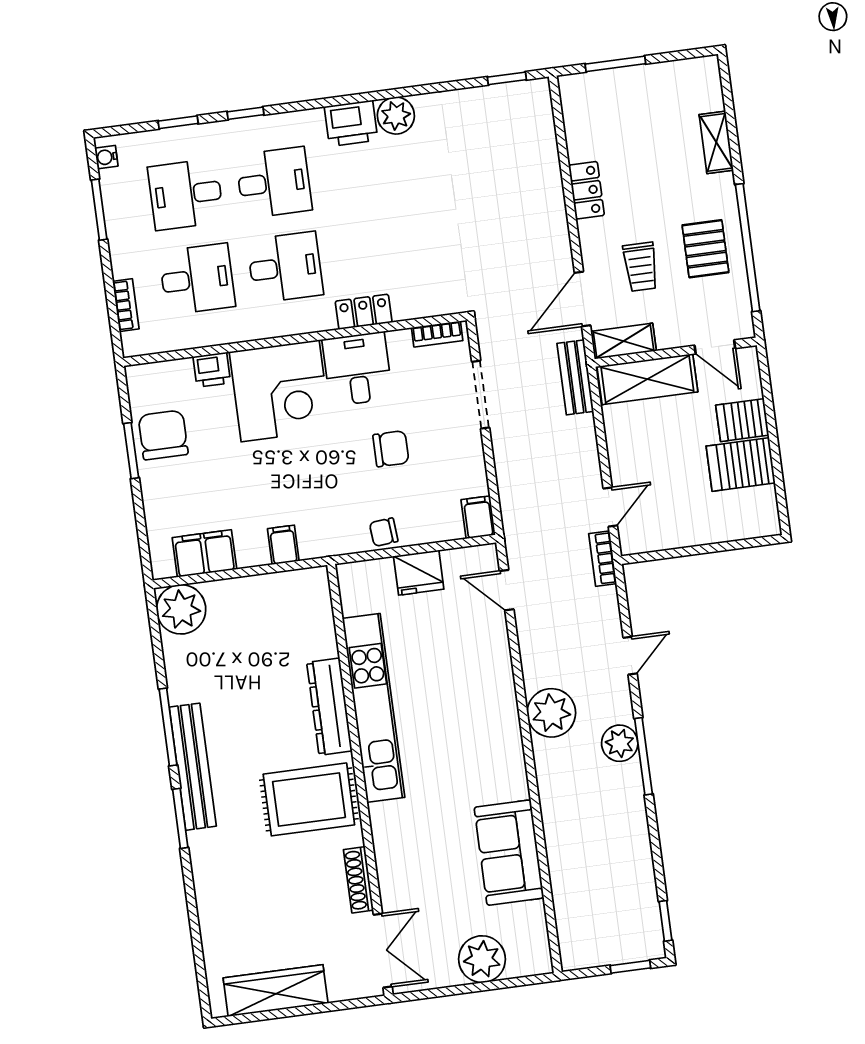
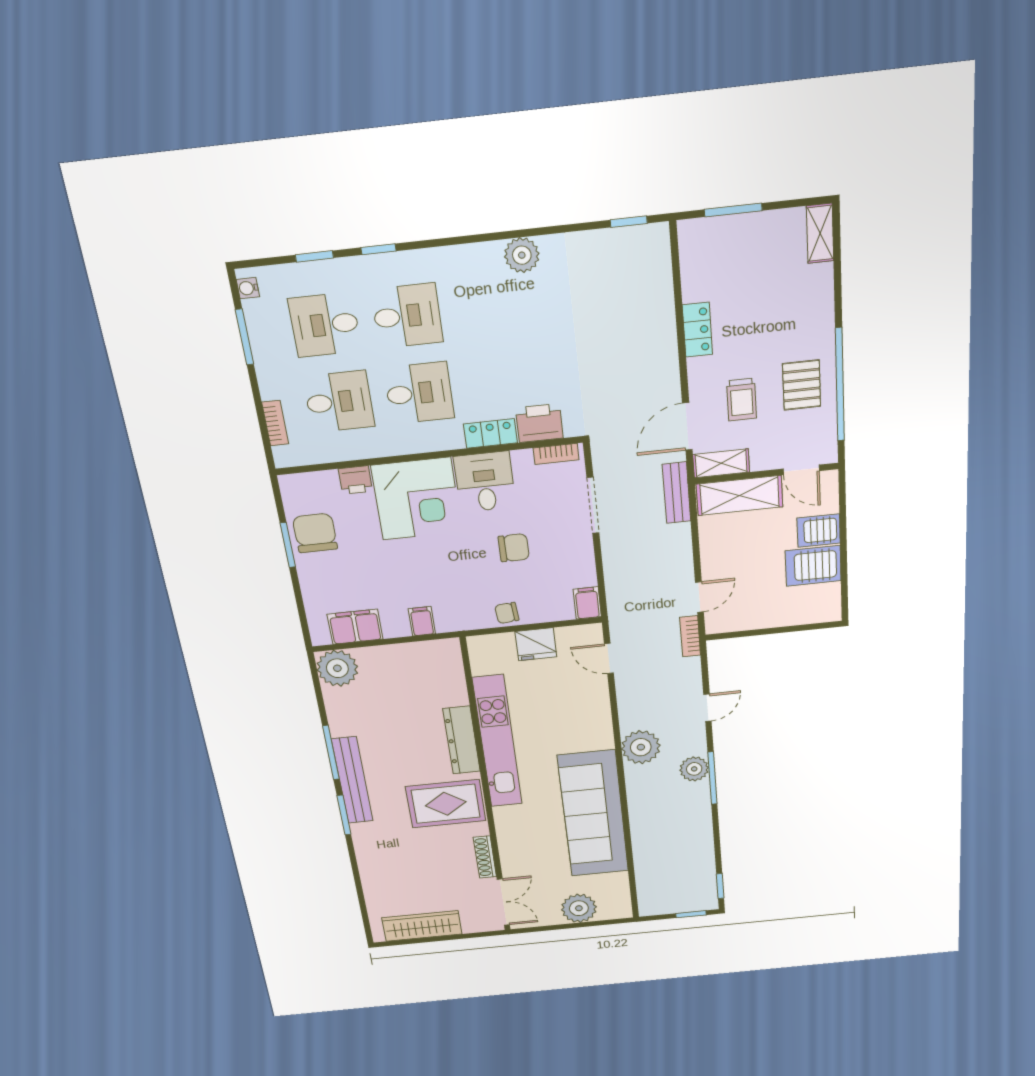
printer: (351, 123) -> (539, 423), moved, turned 180
shelving: (716, 142) -> (820, 233), moved
sofa: (509, 853) -> (593, 814), width x1.85, depth x1.27

